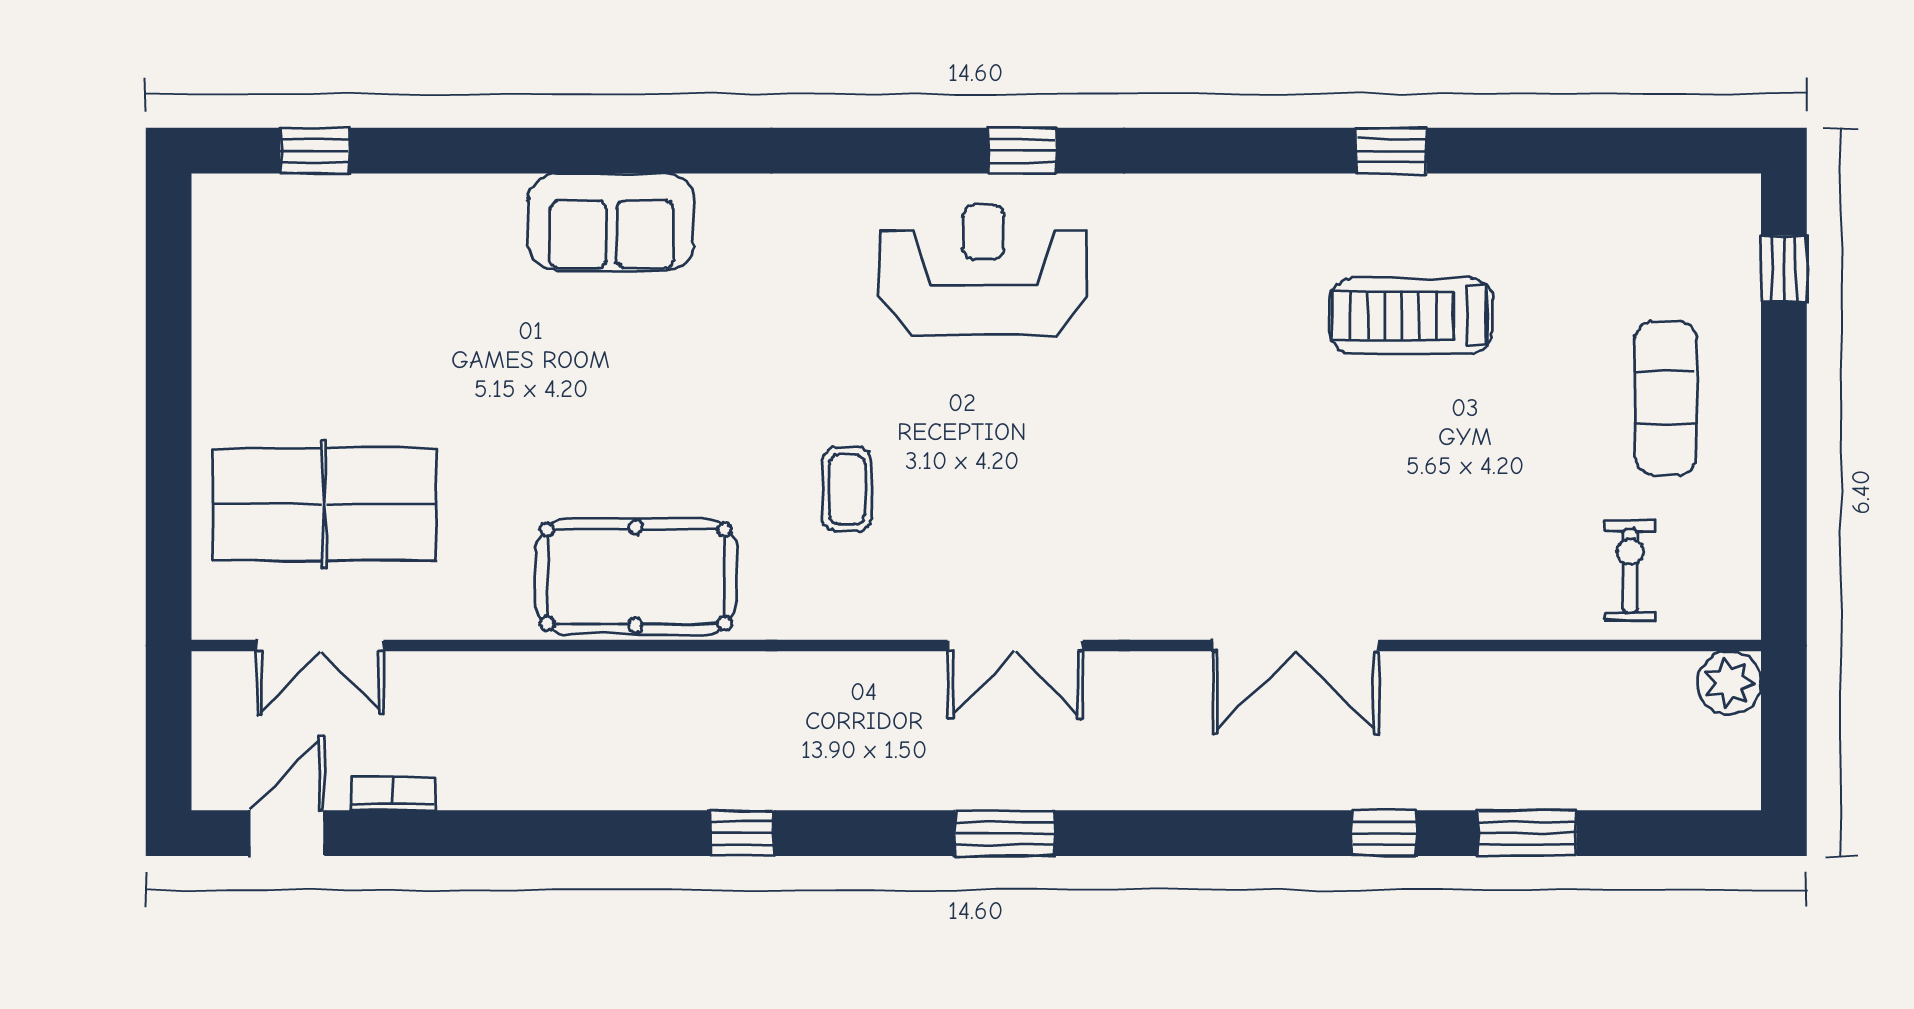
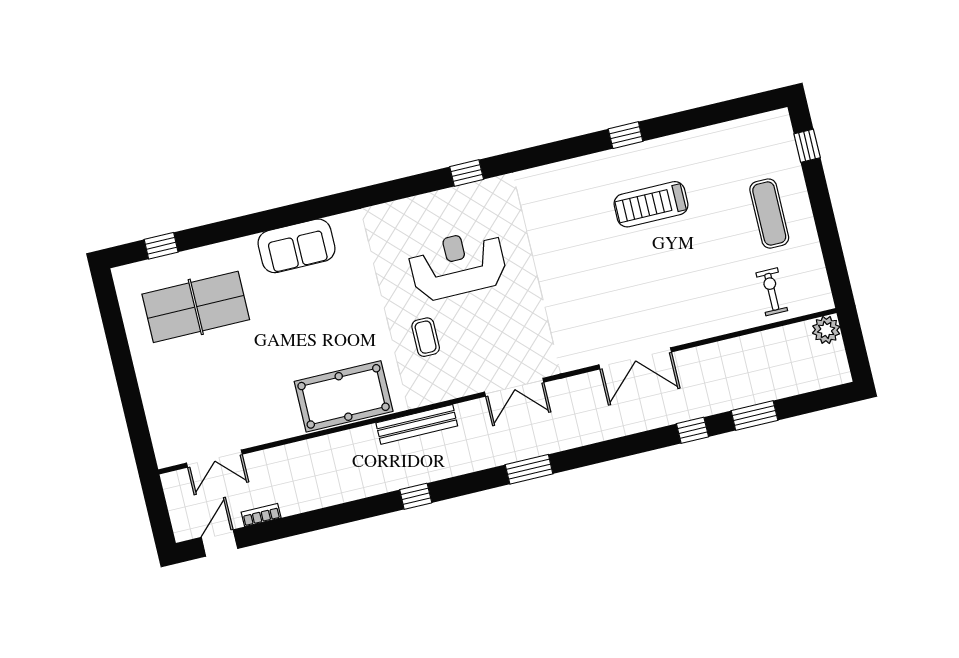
reception desk: (983, 270) -> (458, 265), moved
table tennis table: (324, 504) -> (196, 307), moved
bench: (782, 676) -> (417, 424), added

